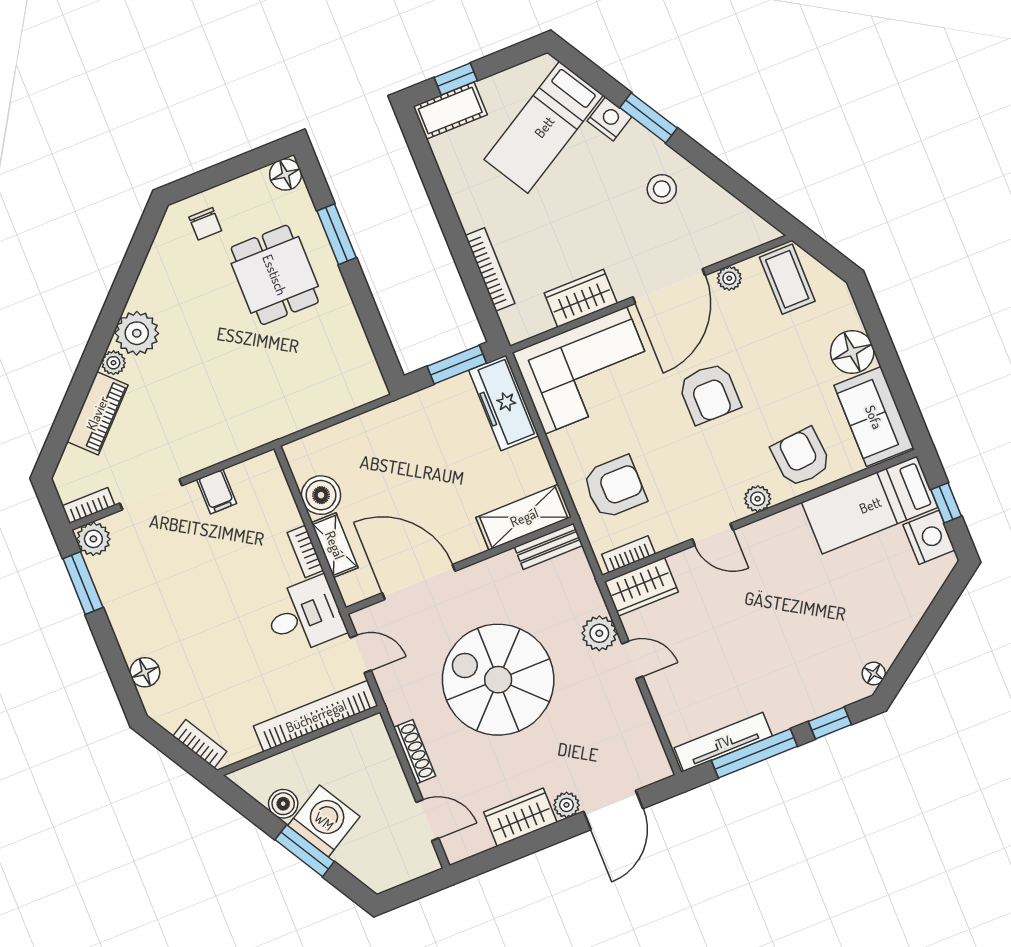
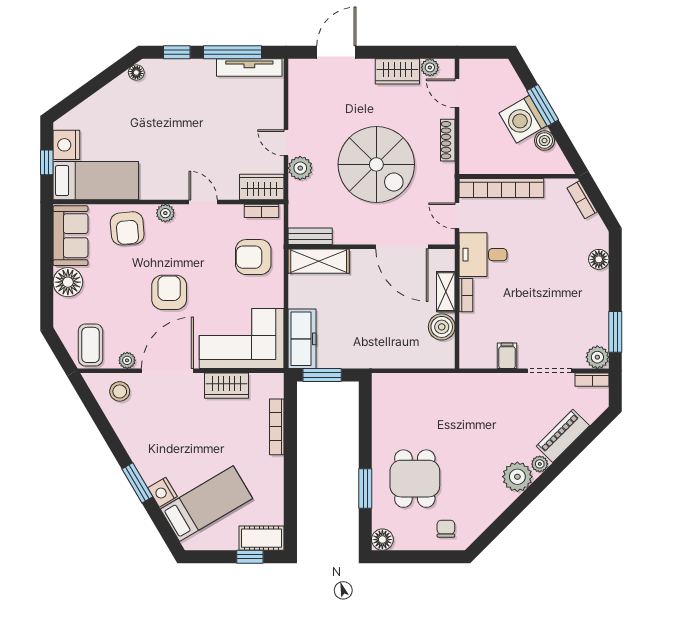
stool: (662, 189) -> (120, 391), moved
plant: (566, 805) -> (430, 67), moved

